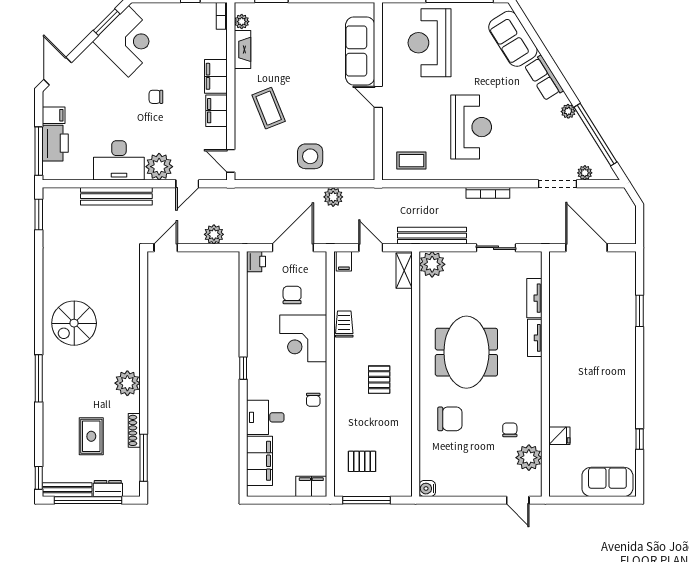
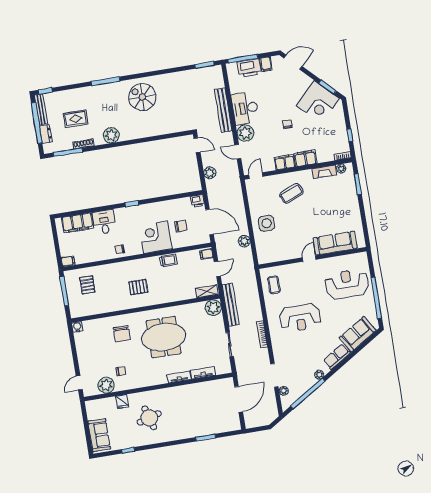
round table: (593, 397) -> (149, 418), added
filing cabinet: (311, 486) -> (68, 261), width x0.50

